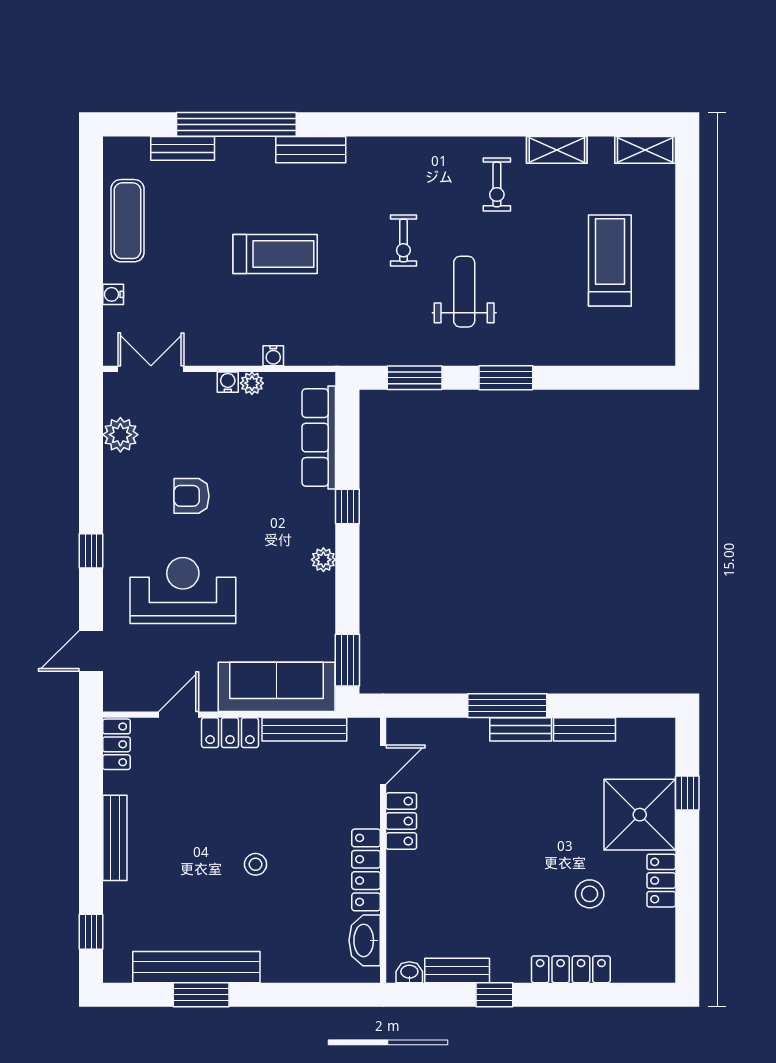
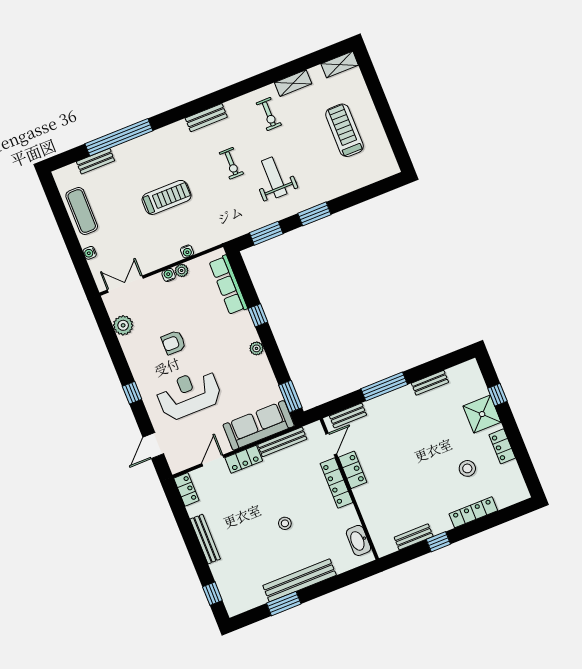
bench: (311, 150) -> (206, 118), moved
bench: (521, 729) -> (348, 416), moved
shower: (640, 815) -> (482, 414), width x0.73, depth x0.73
locker: (366, 870) -> (336, 483), moved
bench: (196, 967) -> (300, 580), moved
washbasin: (409, 972) -> (389, 548), removed

